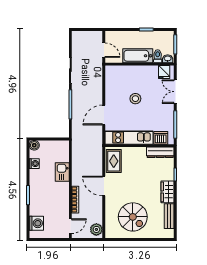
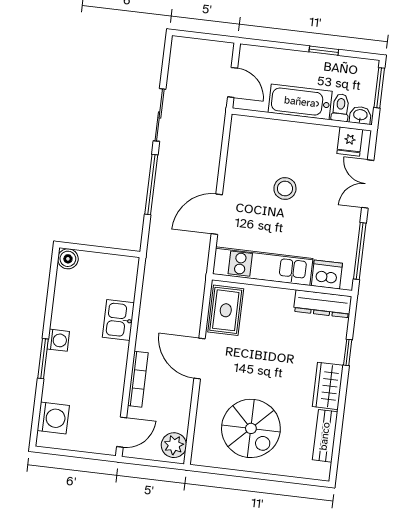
washing machine: (34, 164) -> (58, 340), moved

